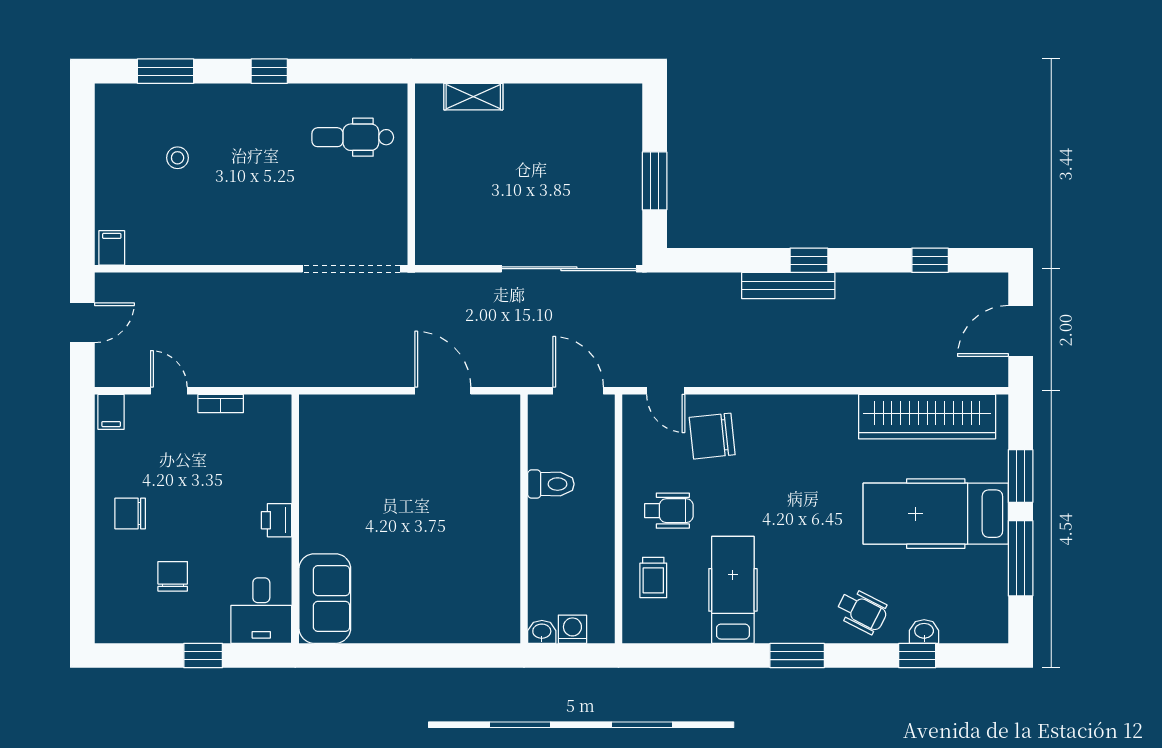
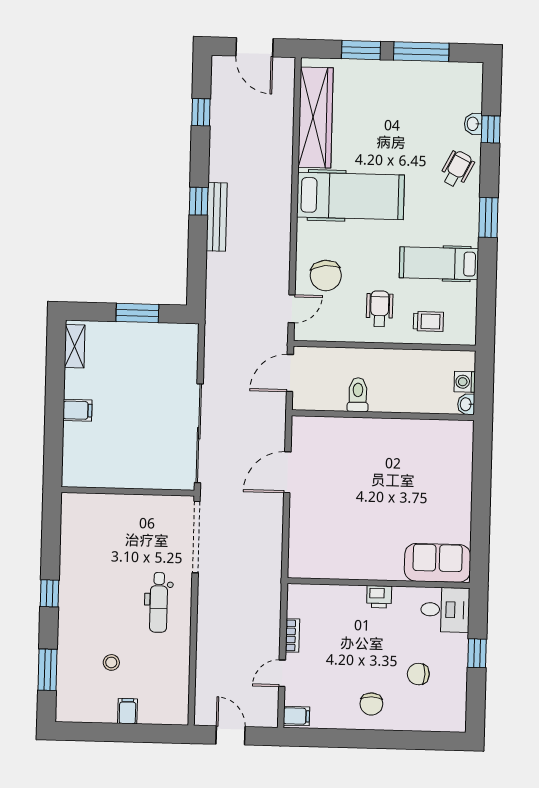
shelving: (473, 97) -> (75, 346), moved
filing cabinet: (520, 103) -> (77, 410), added
dental chair: (353, 137) -> (159, 602), moved
filing cabinet: (112, 248) -> (127, 711), moved, turned 90
sliding door: (569, 269) -> (199, 433), moved
hospital bed: (936, 514) -> (351, 196), moved, turned -90

